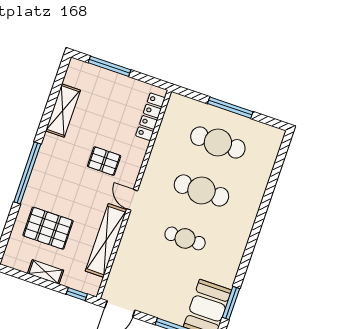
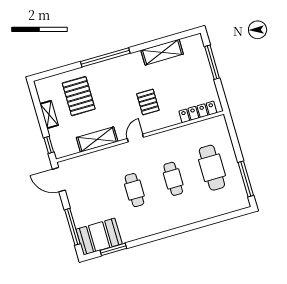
window: (230, 108) -> (246, 179), moved
cafe table: (201, 190) -> (173, 179), width x0.73, depth x0.74
shelving: (106, 240) -> (97, 139), width x0.68

